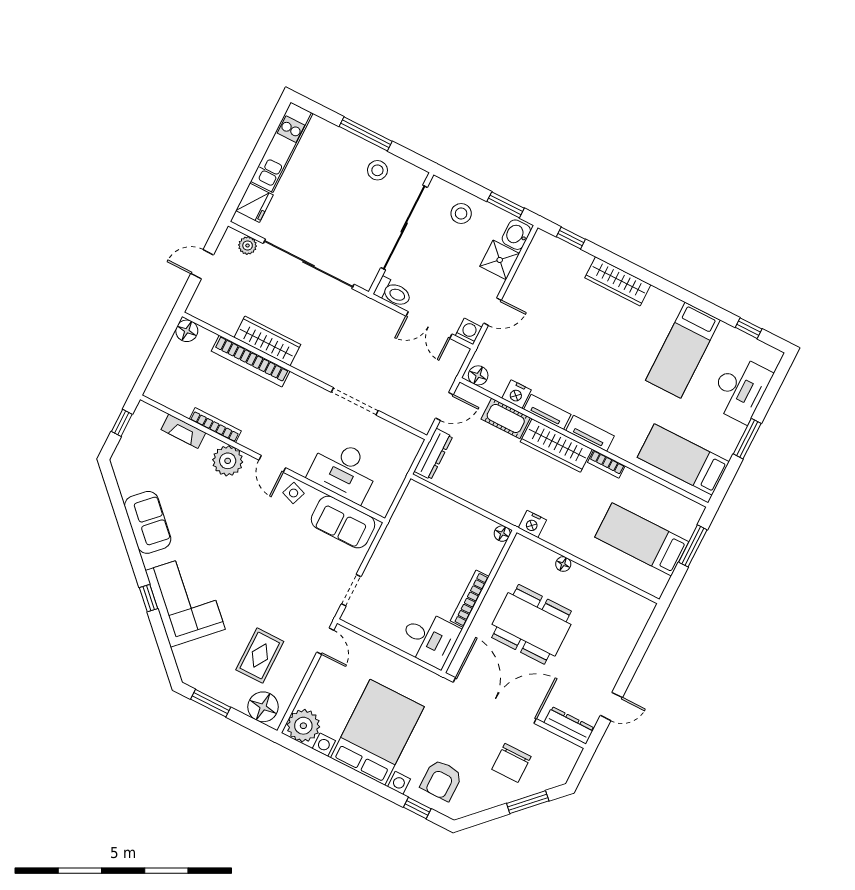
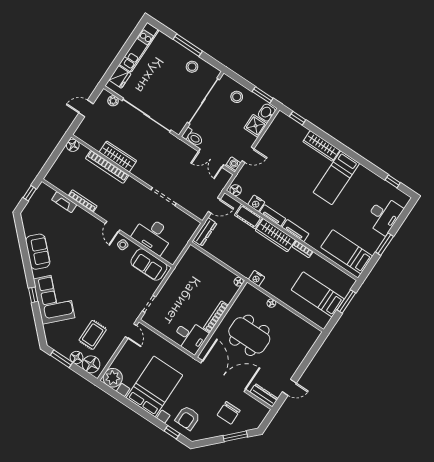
bed: (683, 350) -> (336, 178), moved
plant: (228, 461) -> (87, 222), removed
floor lamp: (236, 698) -> (77, 358), added

